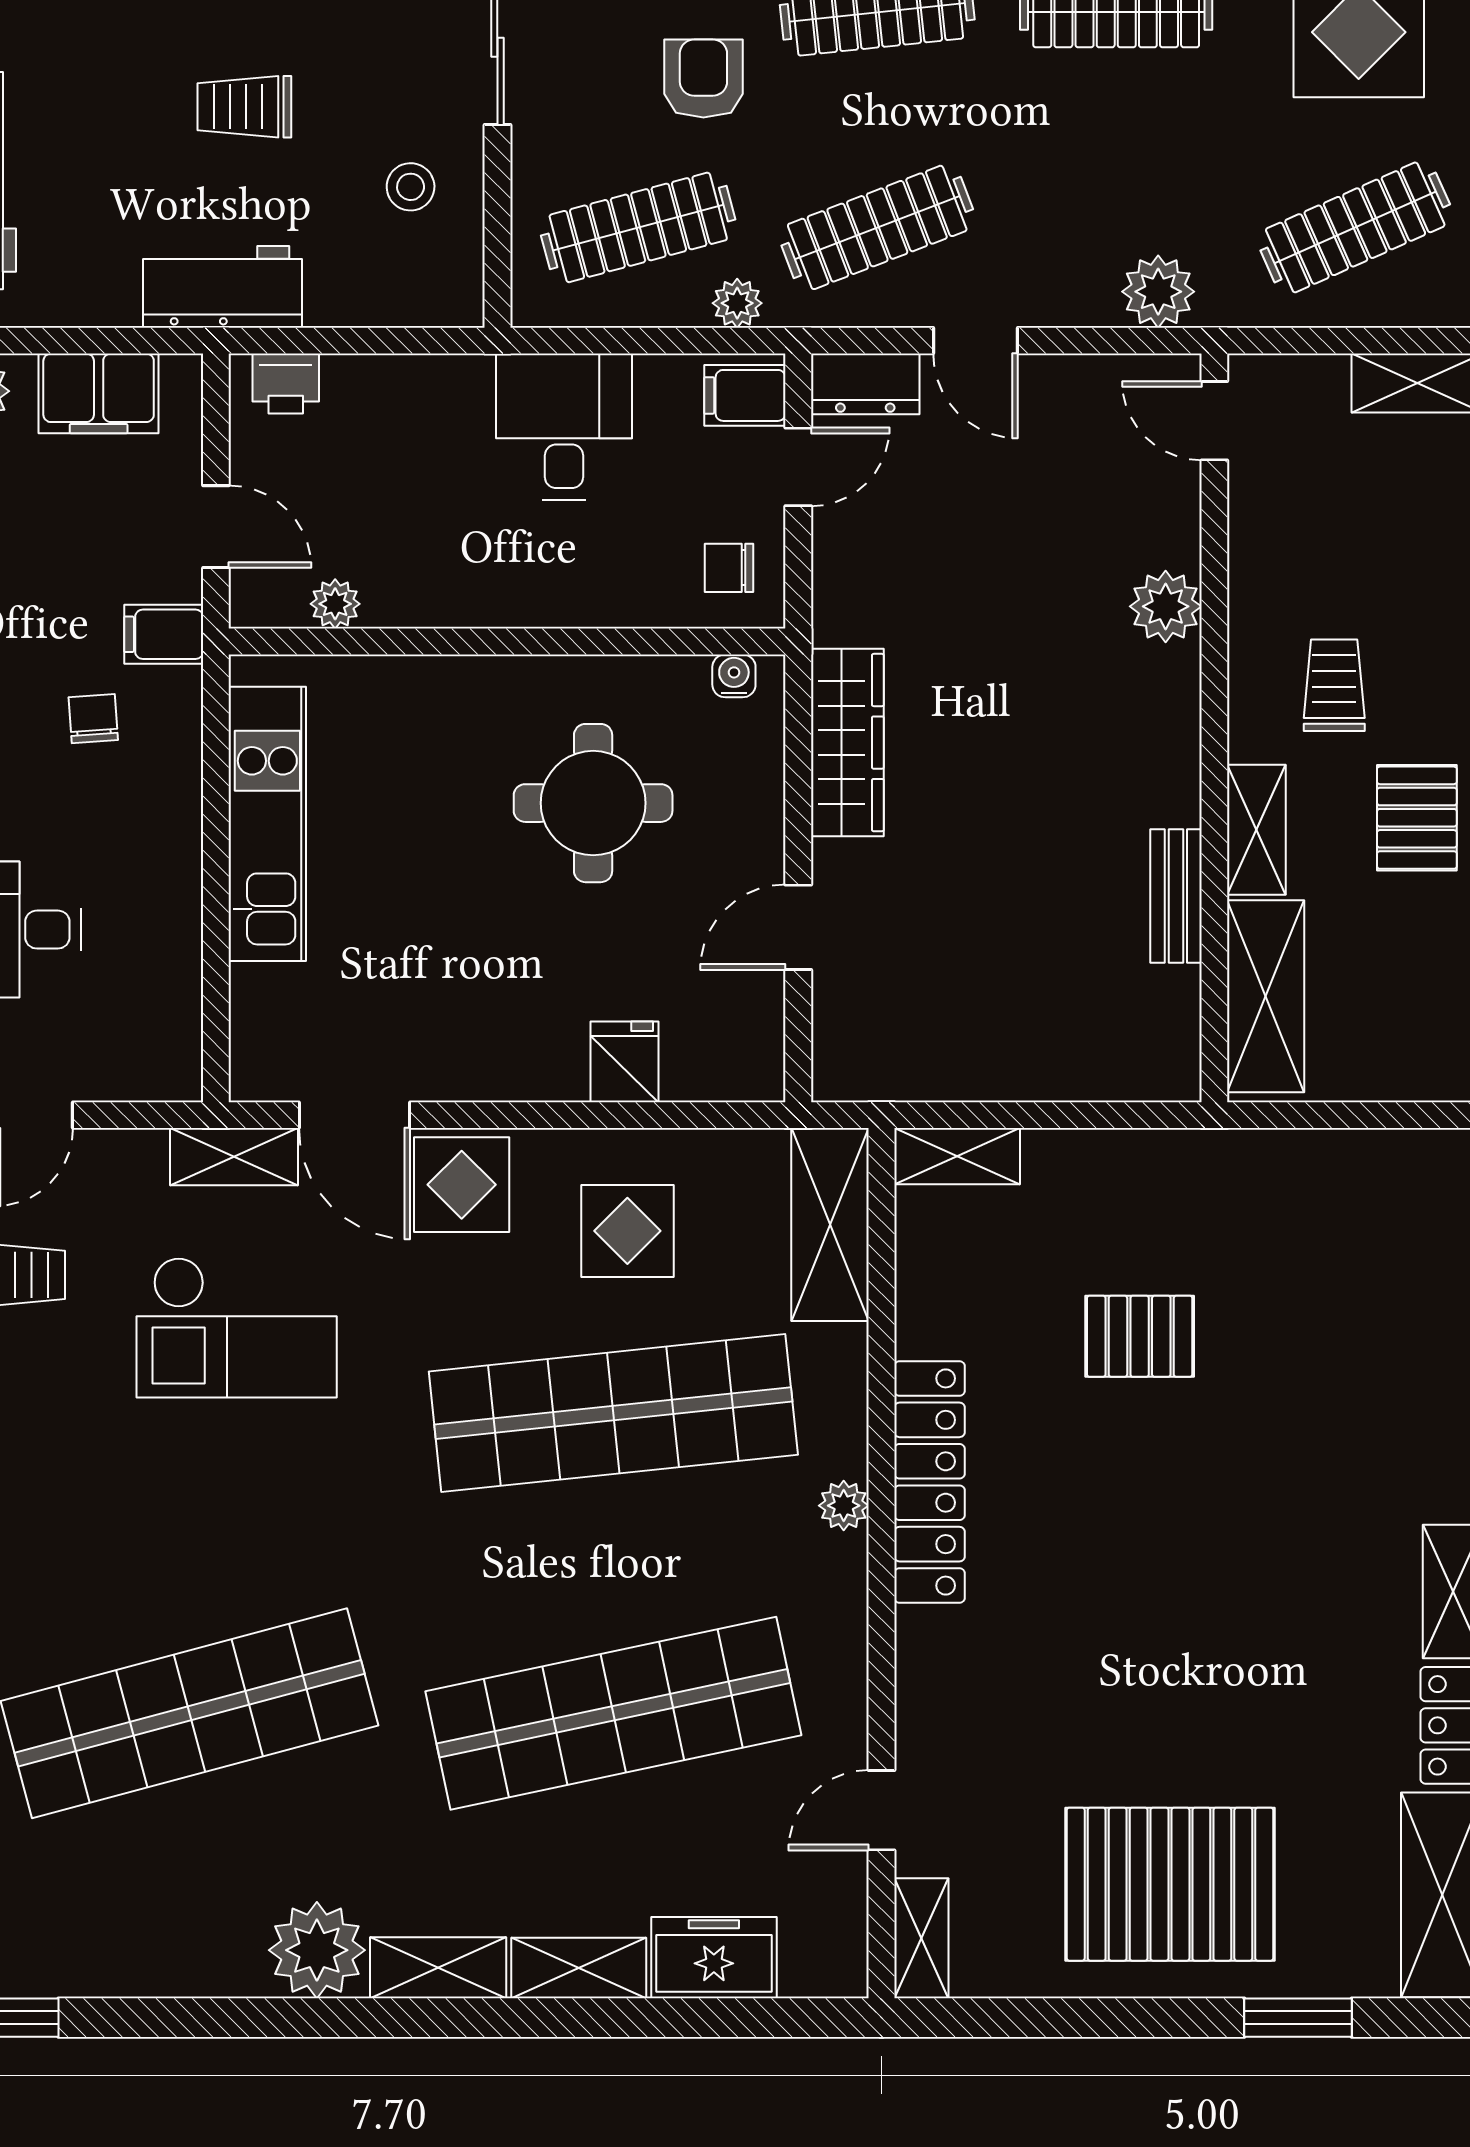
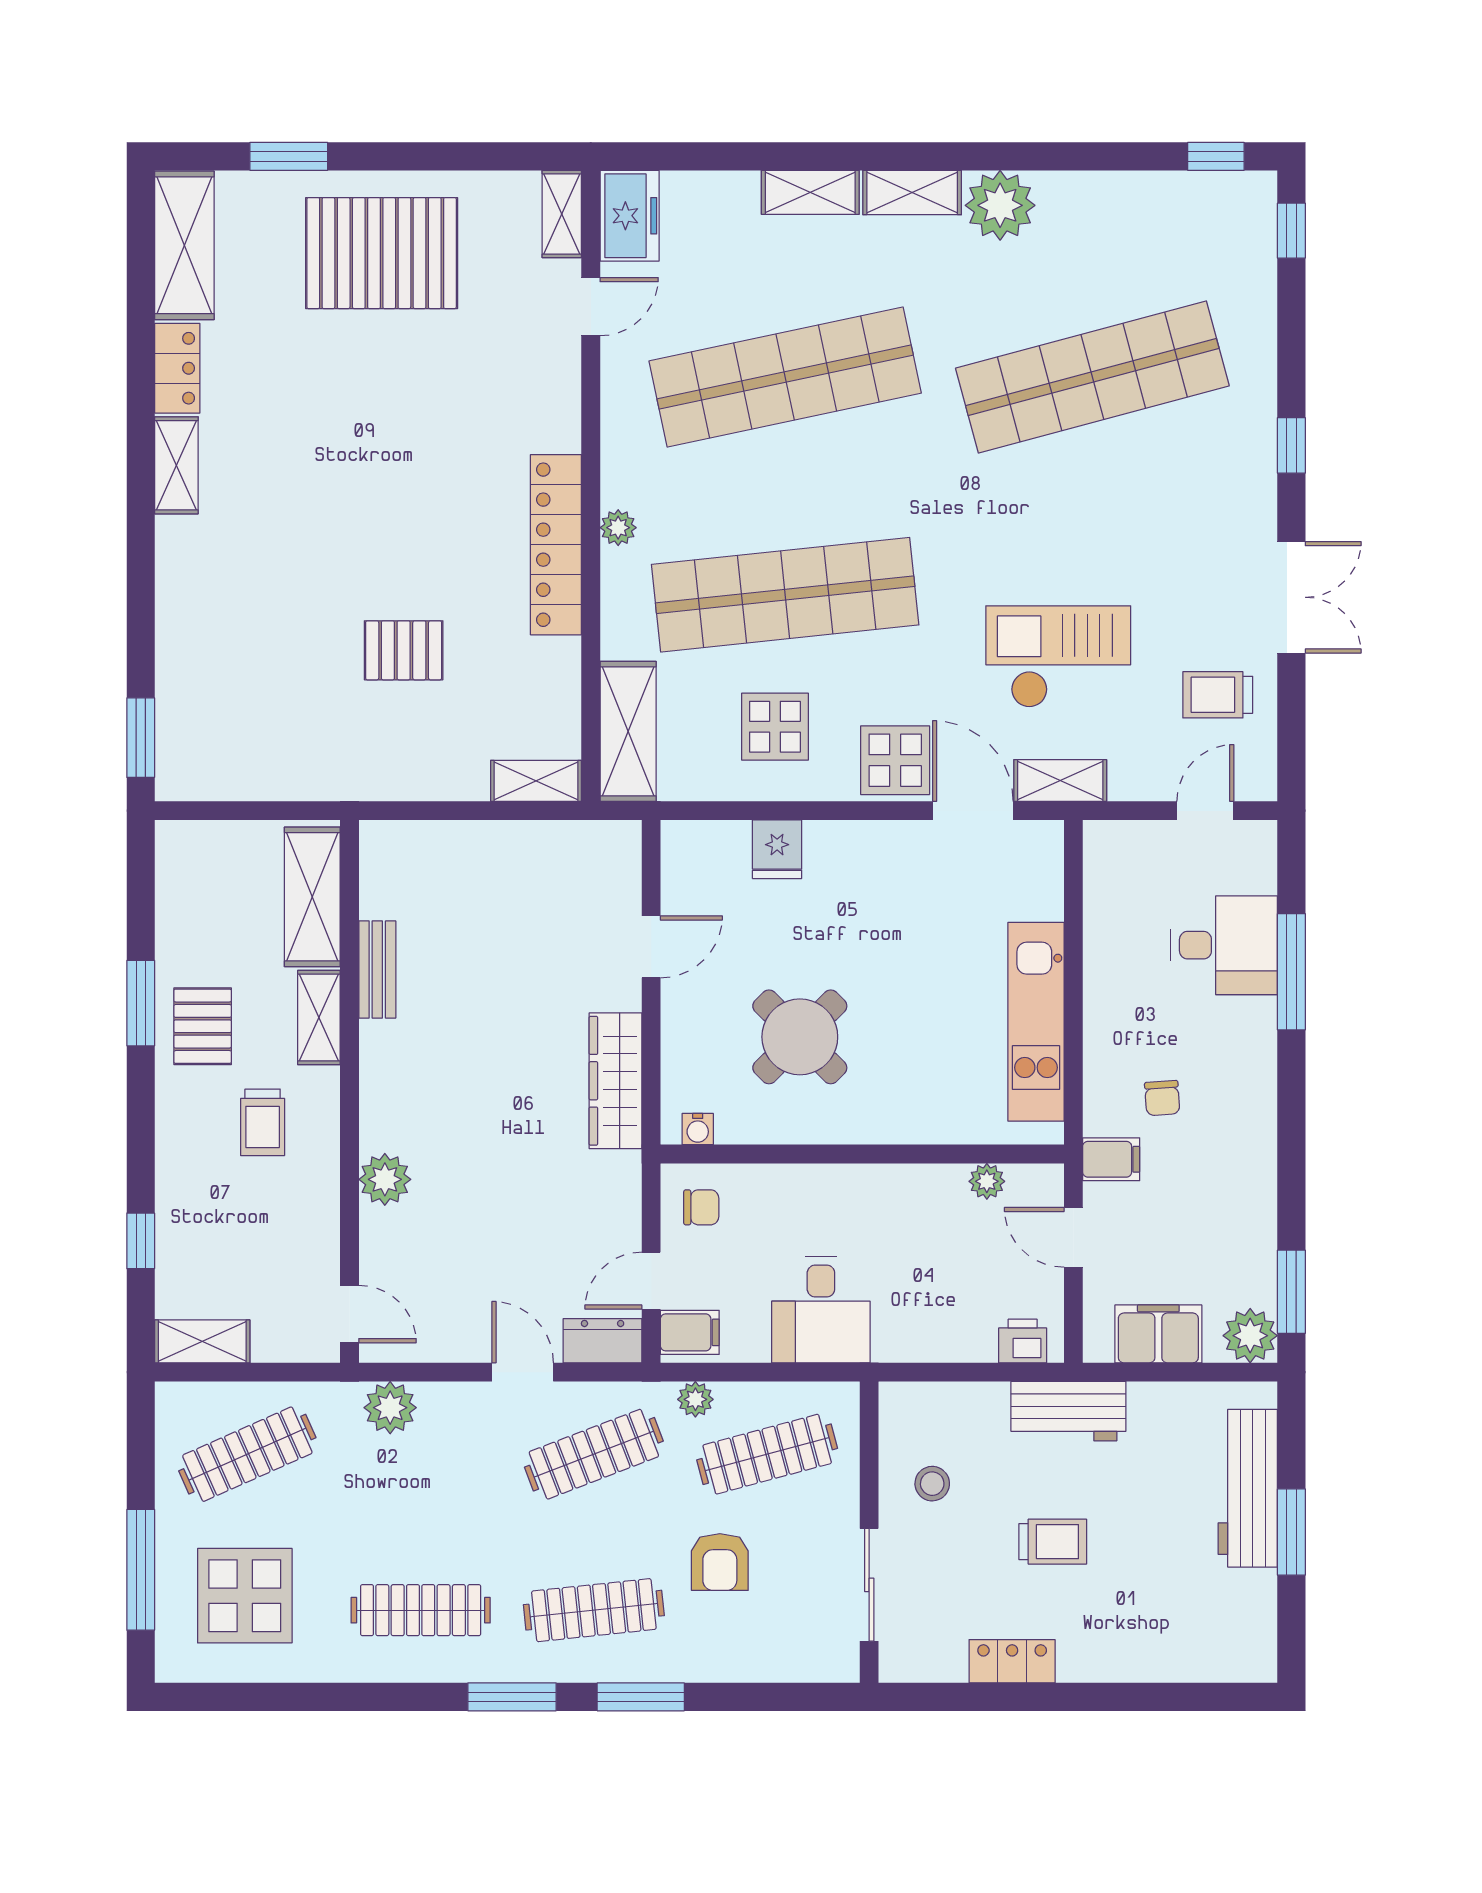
round table: (593, 803) -> (800, 1037), turned 45
freezer: (714, 1958) -> (630, 216), moved, turned -90

